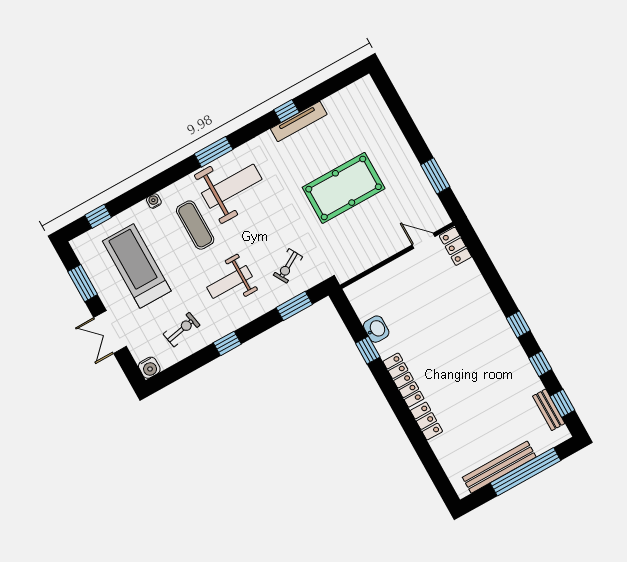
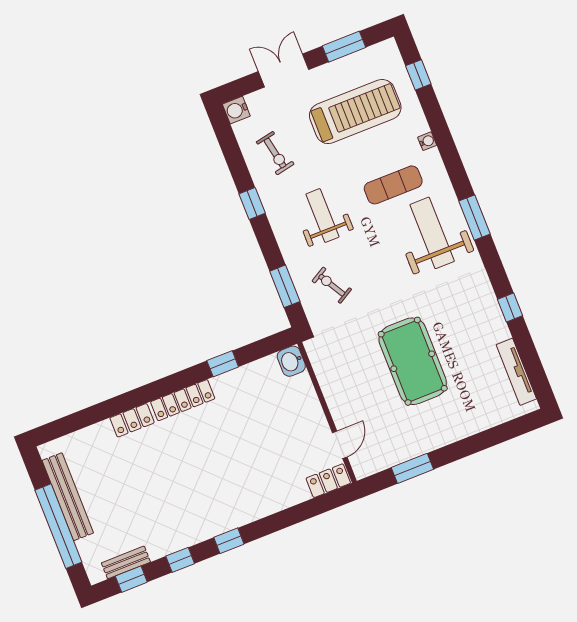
tv unit: (299, 122) -> (516, 372), moved
weight bench: (232, 186) -> (432, 233), turned 180
washbasin: (376, 329) -> (291, 361), moved, turned 90

